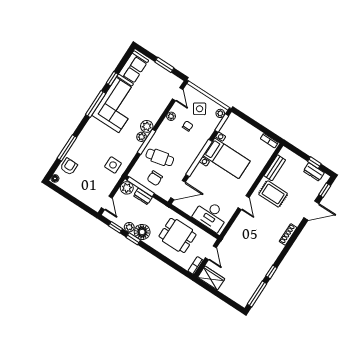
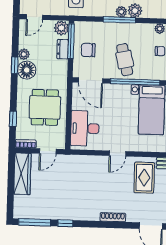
cafe table: (160, 157) -> (125, 60), moved
window: (115, 227) -> (13, 119), moved
wardrobe: (211, 278) -> (22, 174), width x1.50

